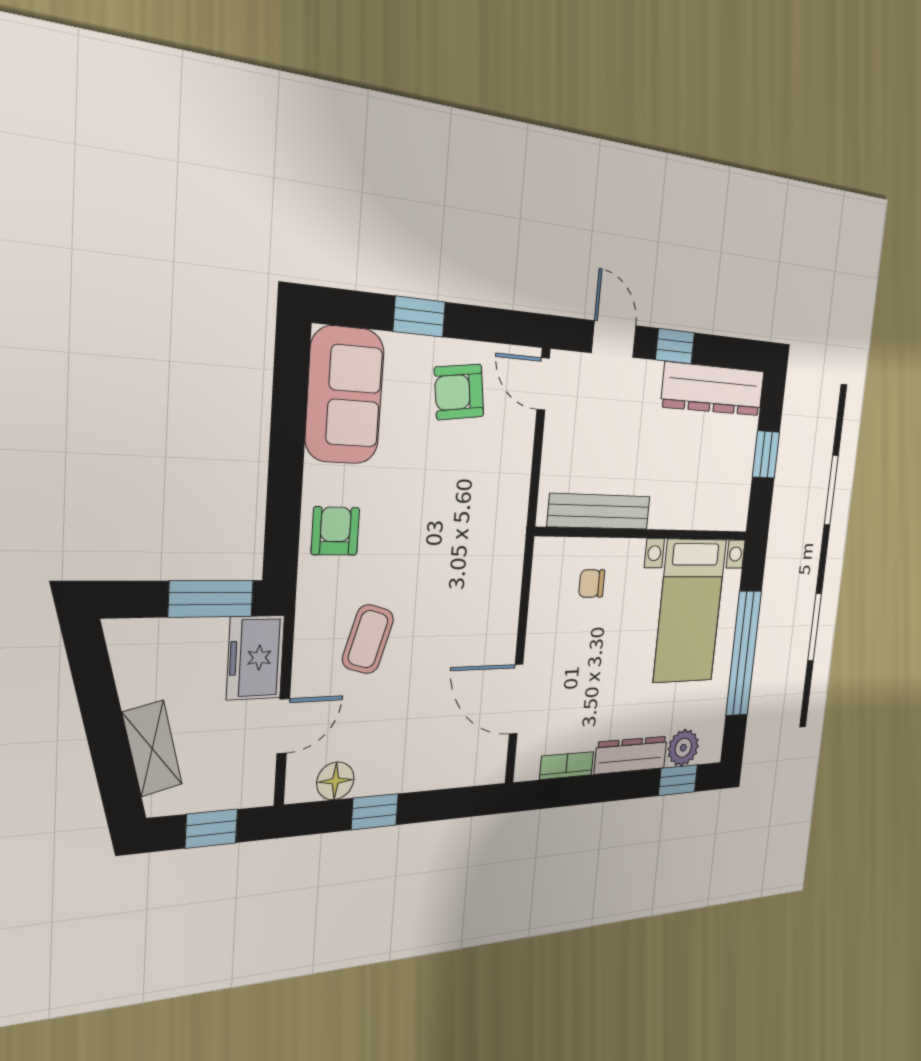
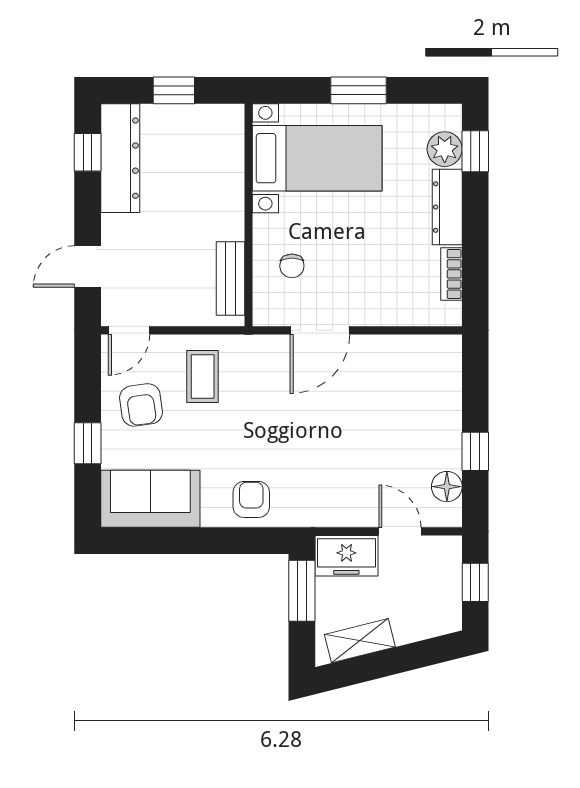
window: (675, 346) -> (88, 152), moved
bench: (599, 511) -> (230, 278), width x0.73
armchair: (335, 531) -> (251, 499), turned 90
coffee table: (368, 639) -> (203, 376), moved, turned 74
window: (743, 654) -> (359, 90), width x0.47
door: (516, 699) -> (320, 330), moved
shelving: (152, 748) -> (360, 641), moved

